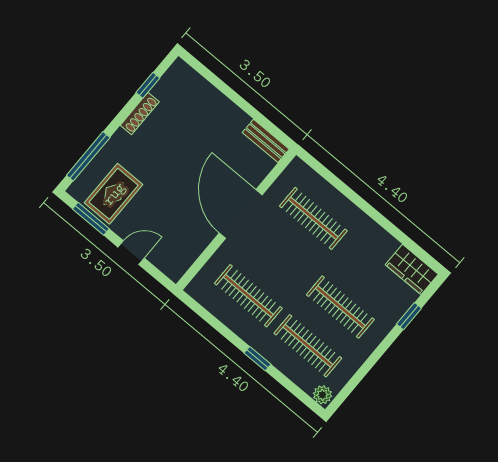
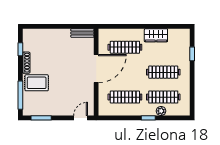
rug: (114, 194) -> (37, 83), moved, turned 90
door: (241, 214) -> (96, 69), swing flipped
door: (131, 253) -> (81, 118), moved
wardrobe: (412, 269) -> (156, 35), moved
plant: (322, 395) -> (161, 111), moved

